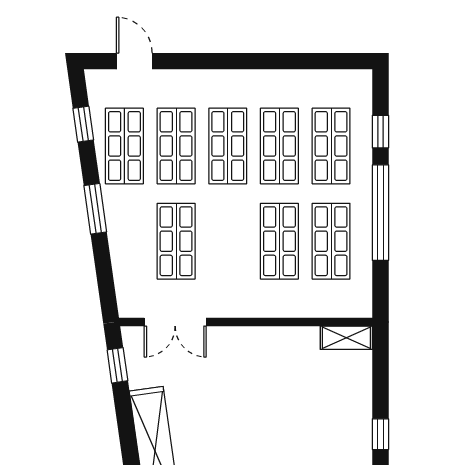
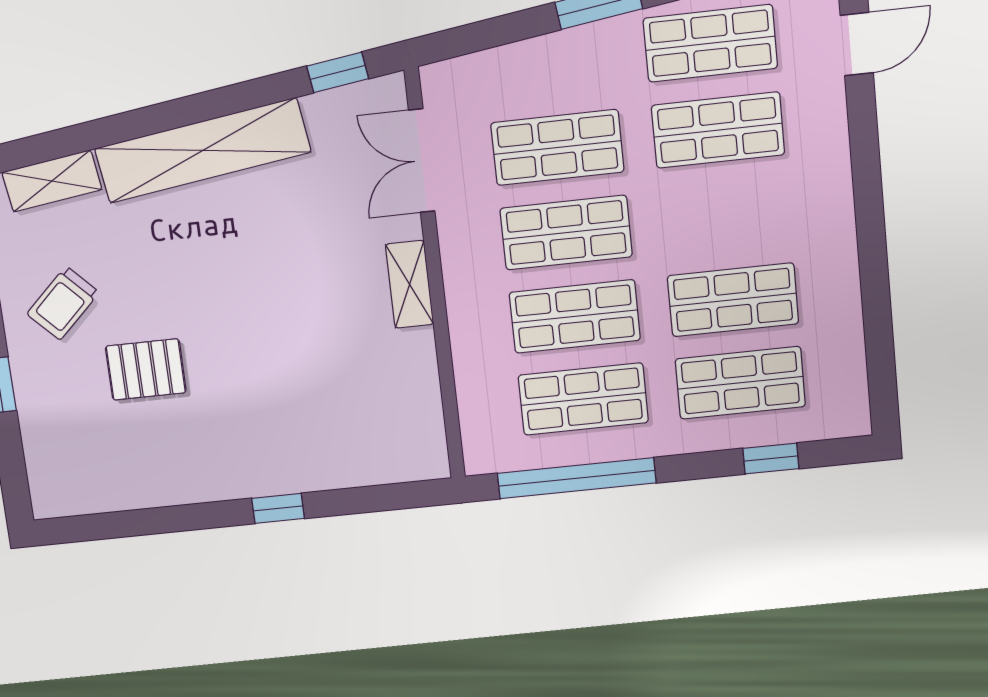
shop shelf: (228, 146) -> (566, 233), moved
window: (380, 213) -> (577, 478), moved
shelving: (346, 338) -> (410, 284), moved

